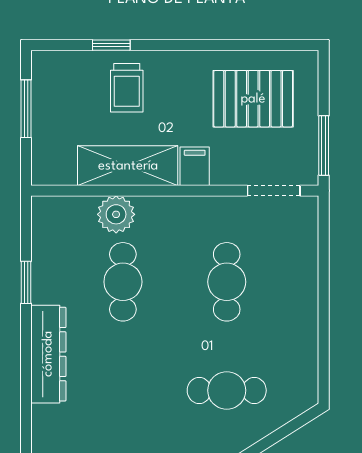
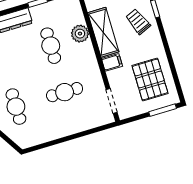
trolley: (127, 88) -> (138, 21), turned 67
window: (324, 146) -> (163, 110), moved
cafe table: (123, 282) -> (51, 46), turned 90

